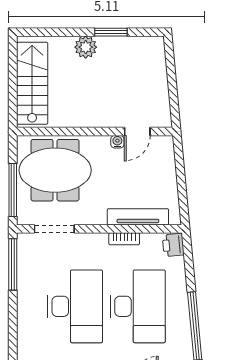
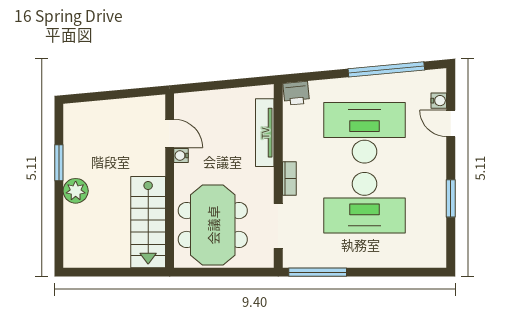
stairs: (32, 83) -> (148, 222), moved, turned -90
window: (13, 190) -> (235, 272), removed
bookcase: (124, 239) -> (289, 178), moved
desk: (75, 306) -> (364, 203), turned 180

